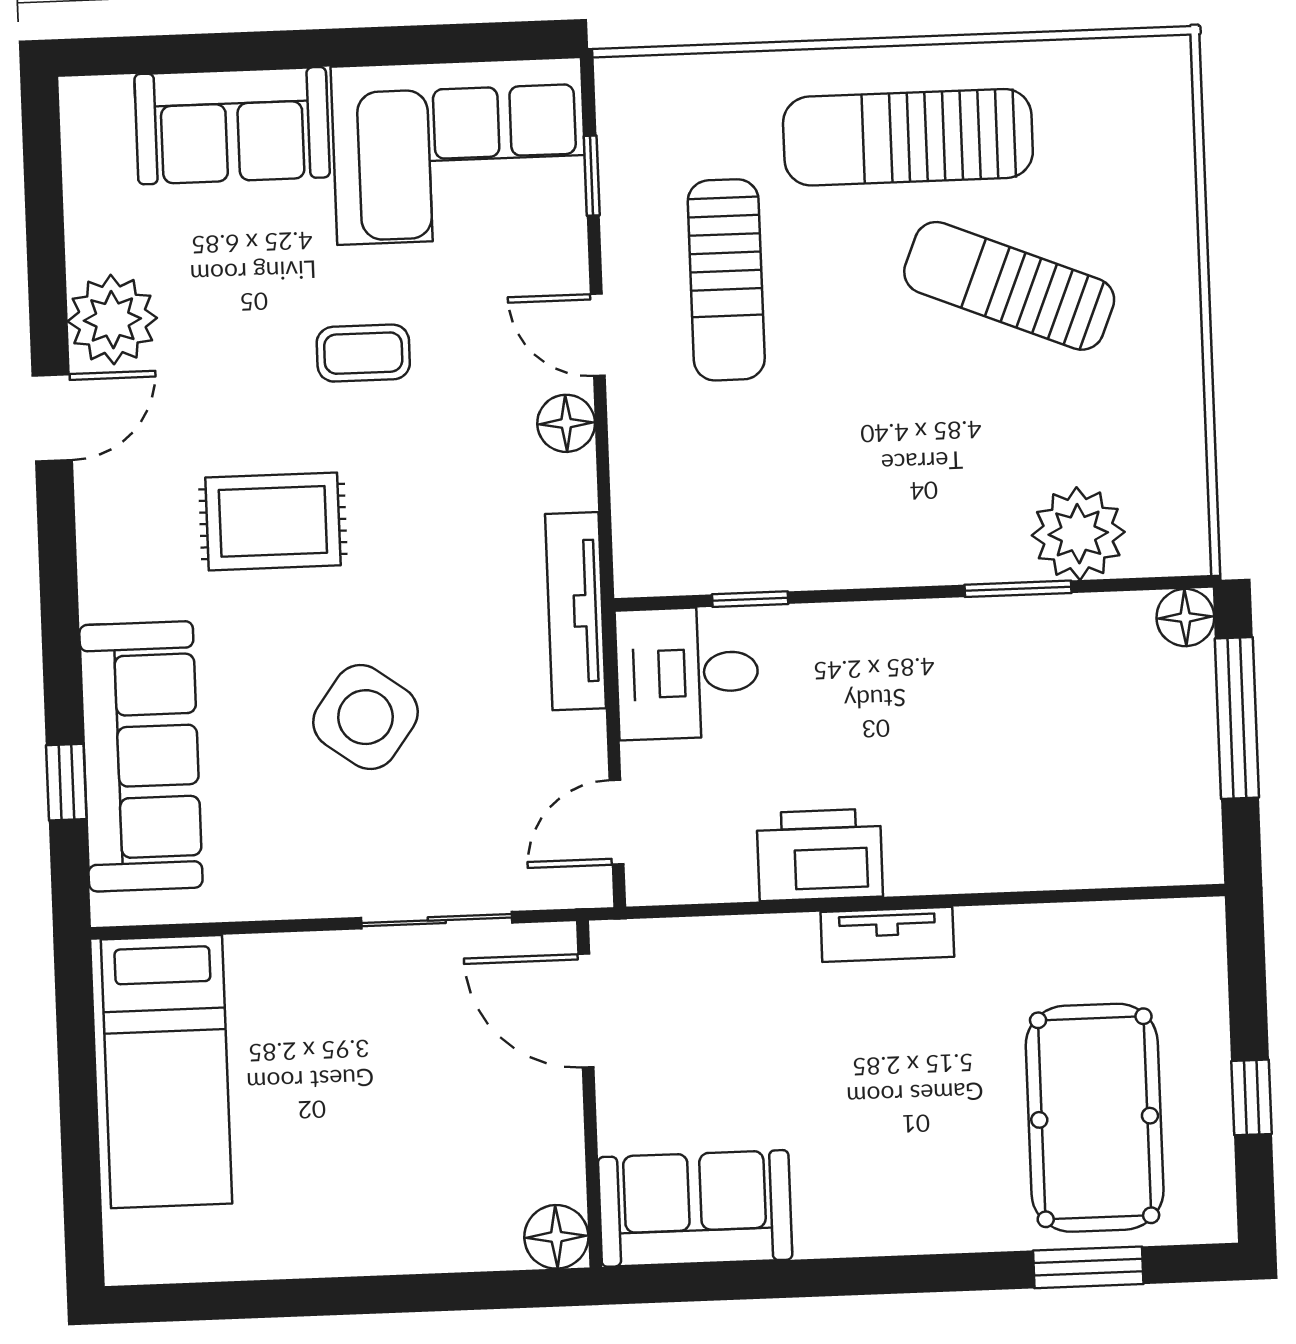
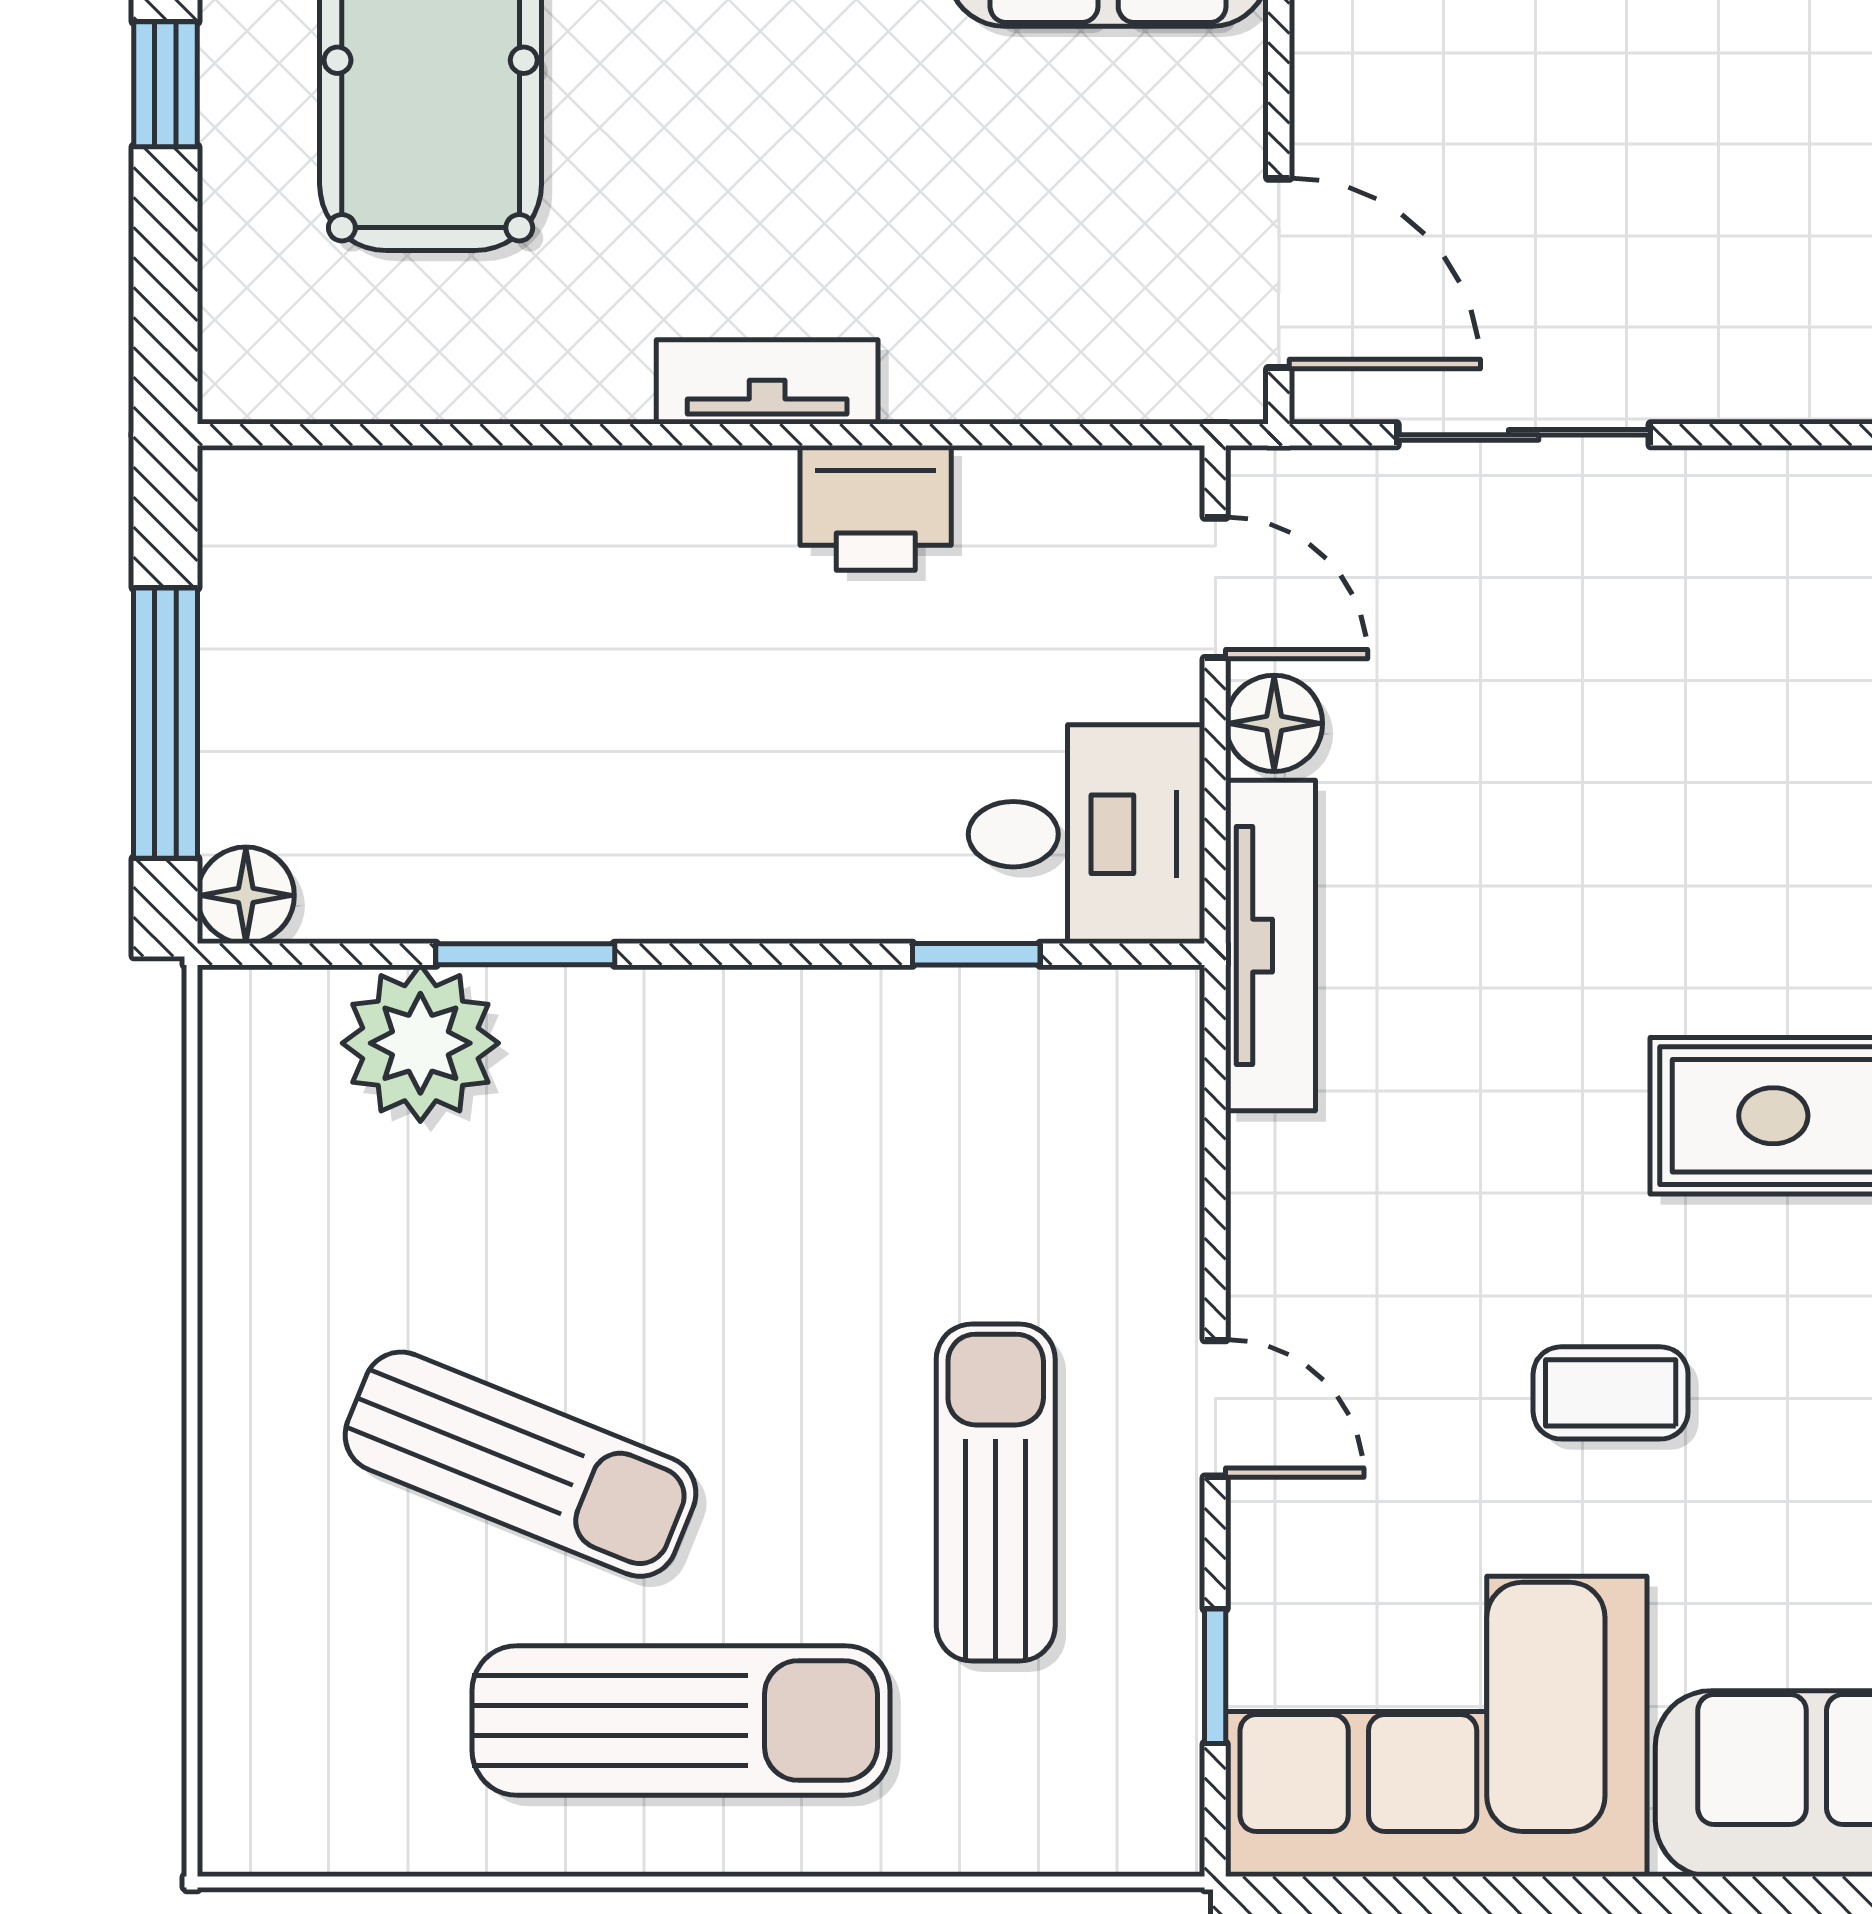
floor lamp: (566, 423) -> (1274, 723), moved
side table: (366, 717) -> (1630, 781), removed
door: (617, 822) -> (1215, 588), hinge flipped
printer: (820, 855) -> (876, 508), width x0.73, depth x0.84

